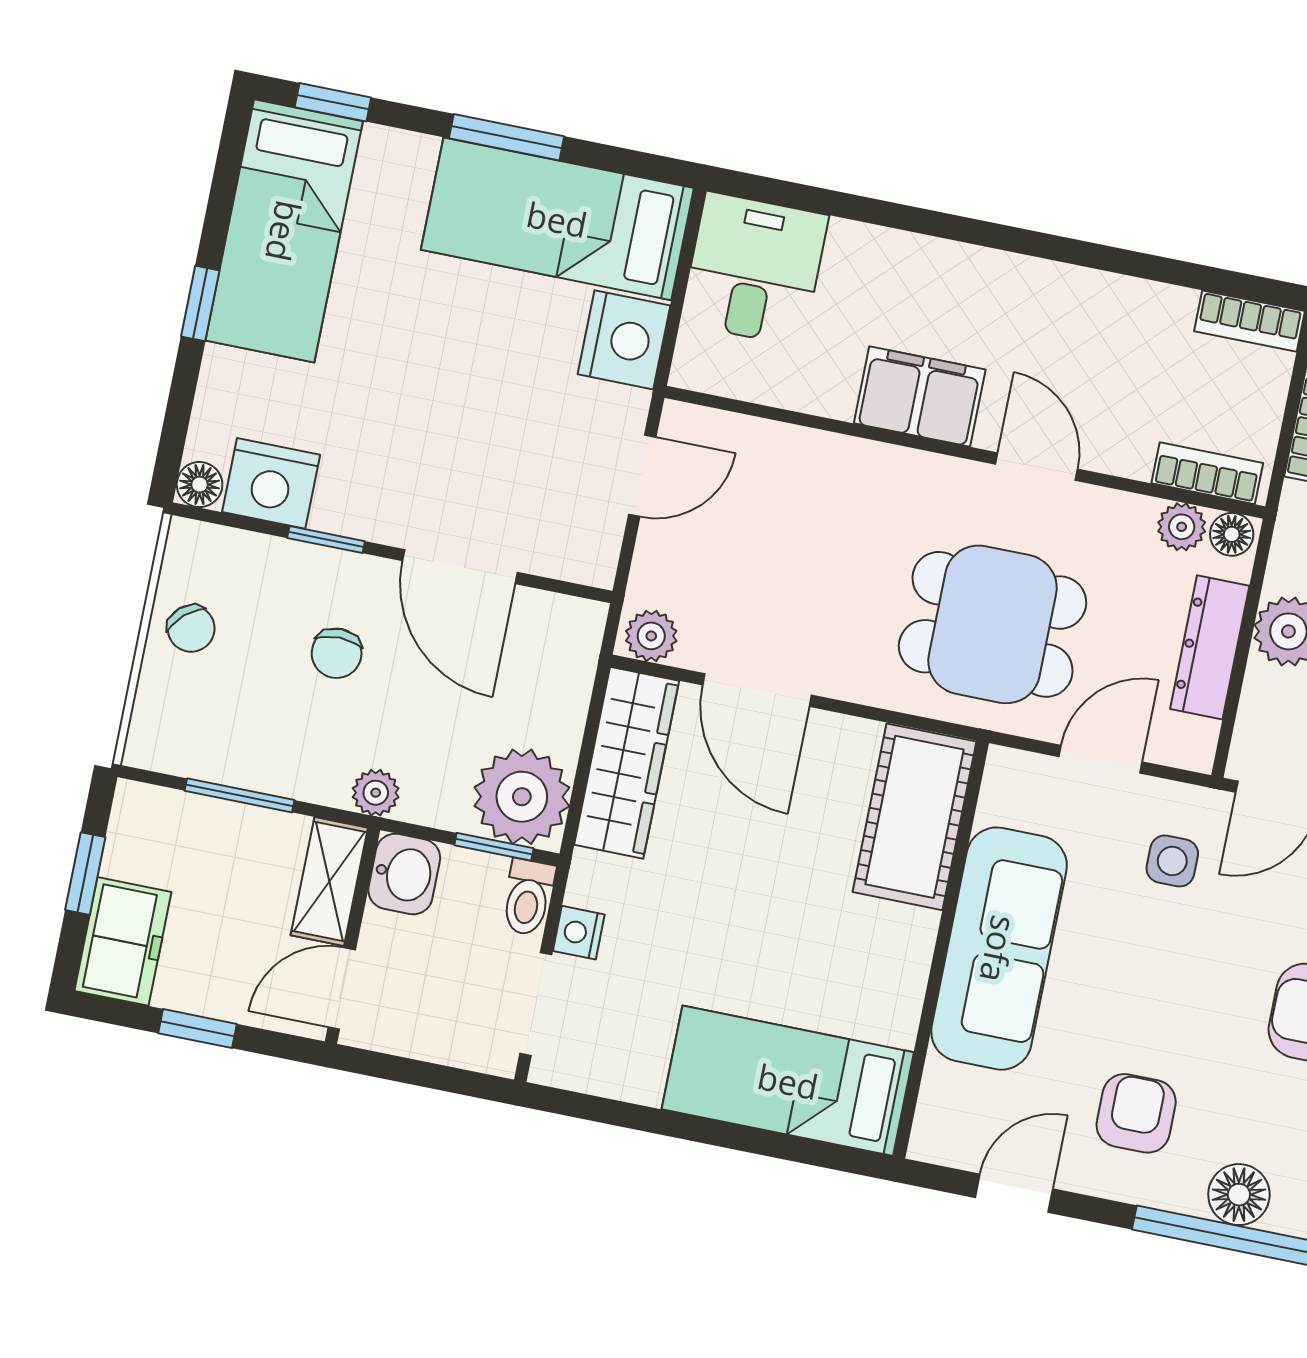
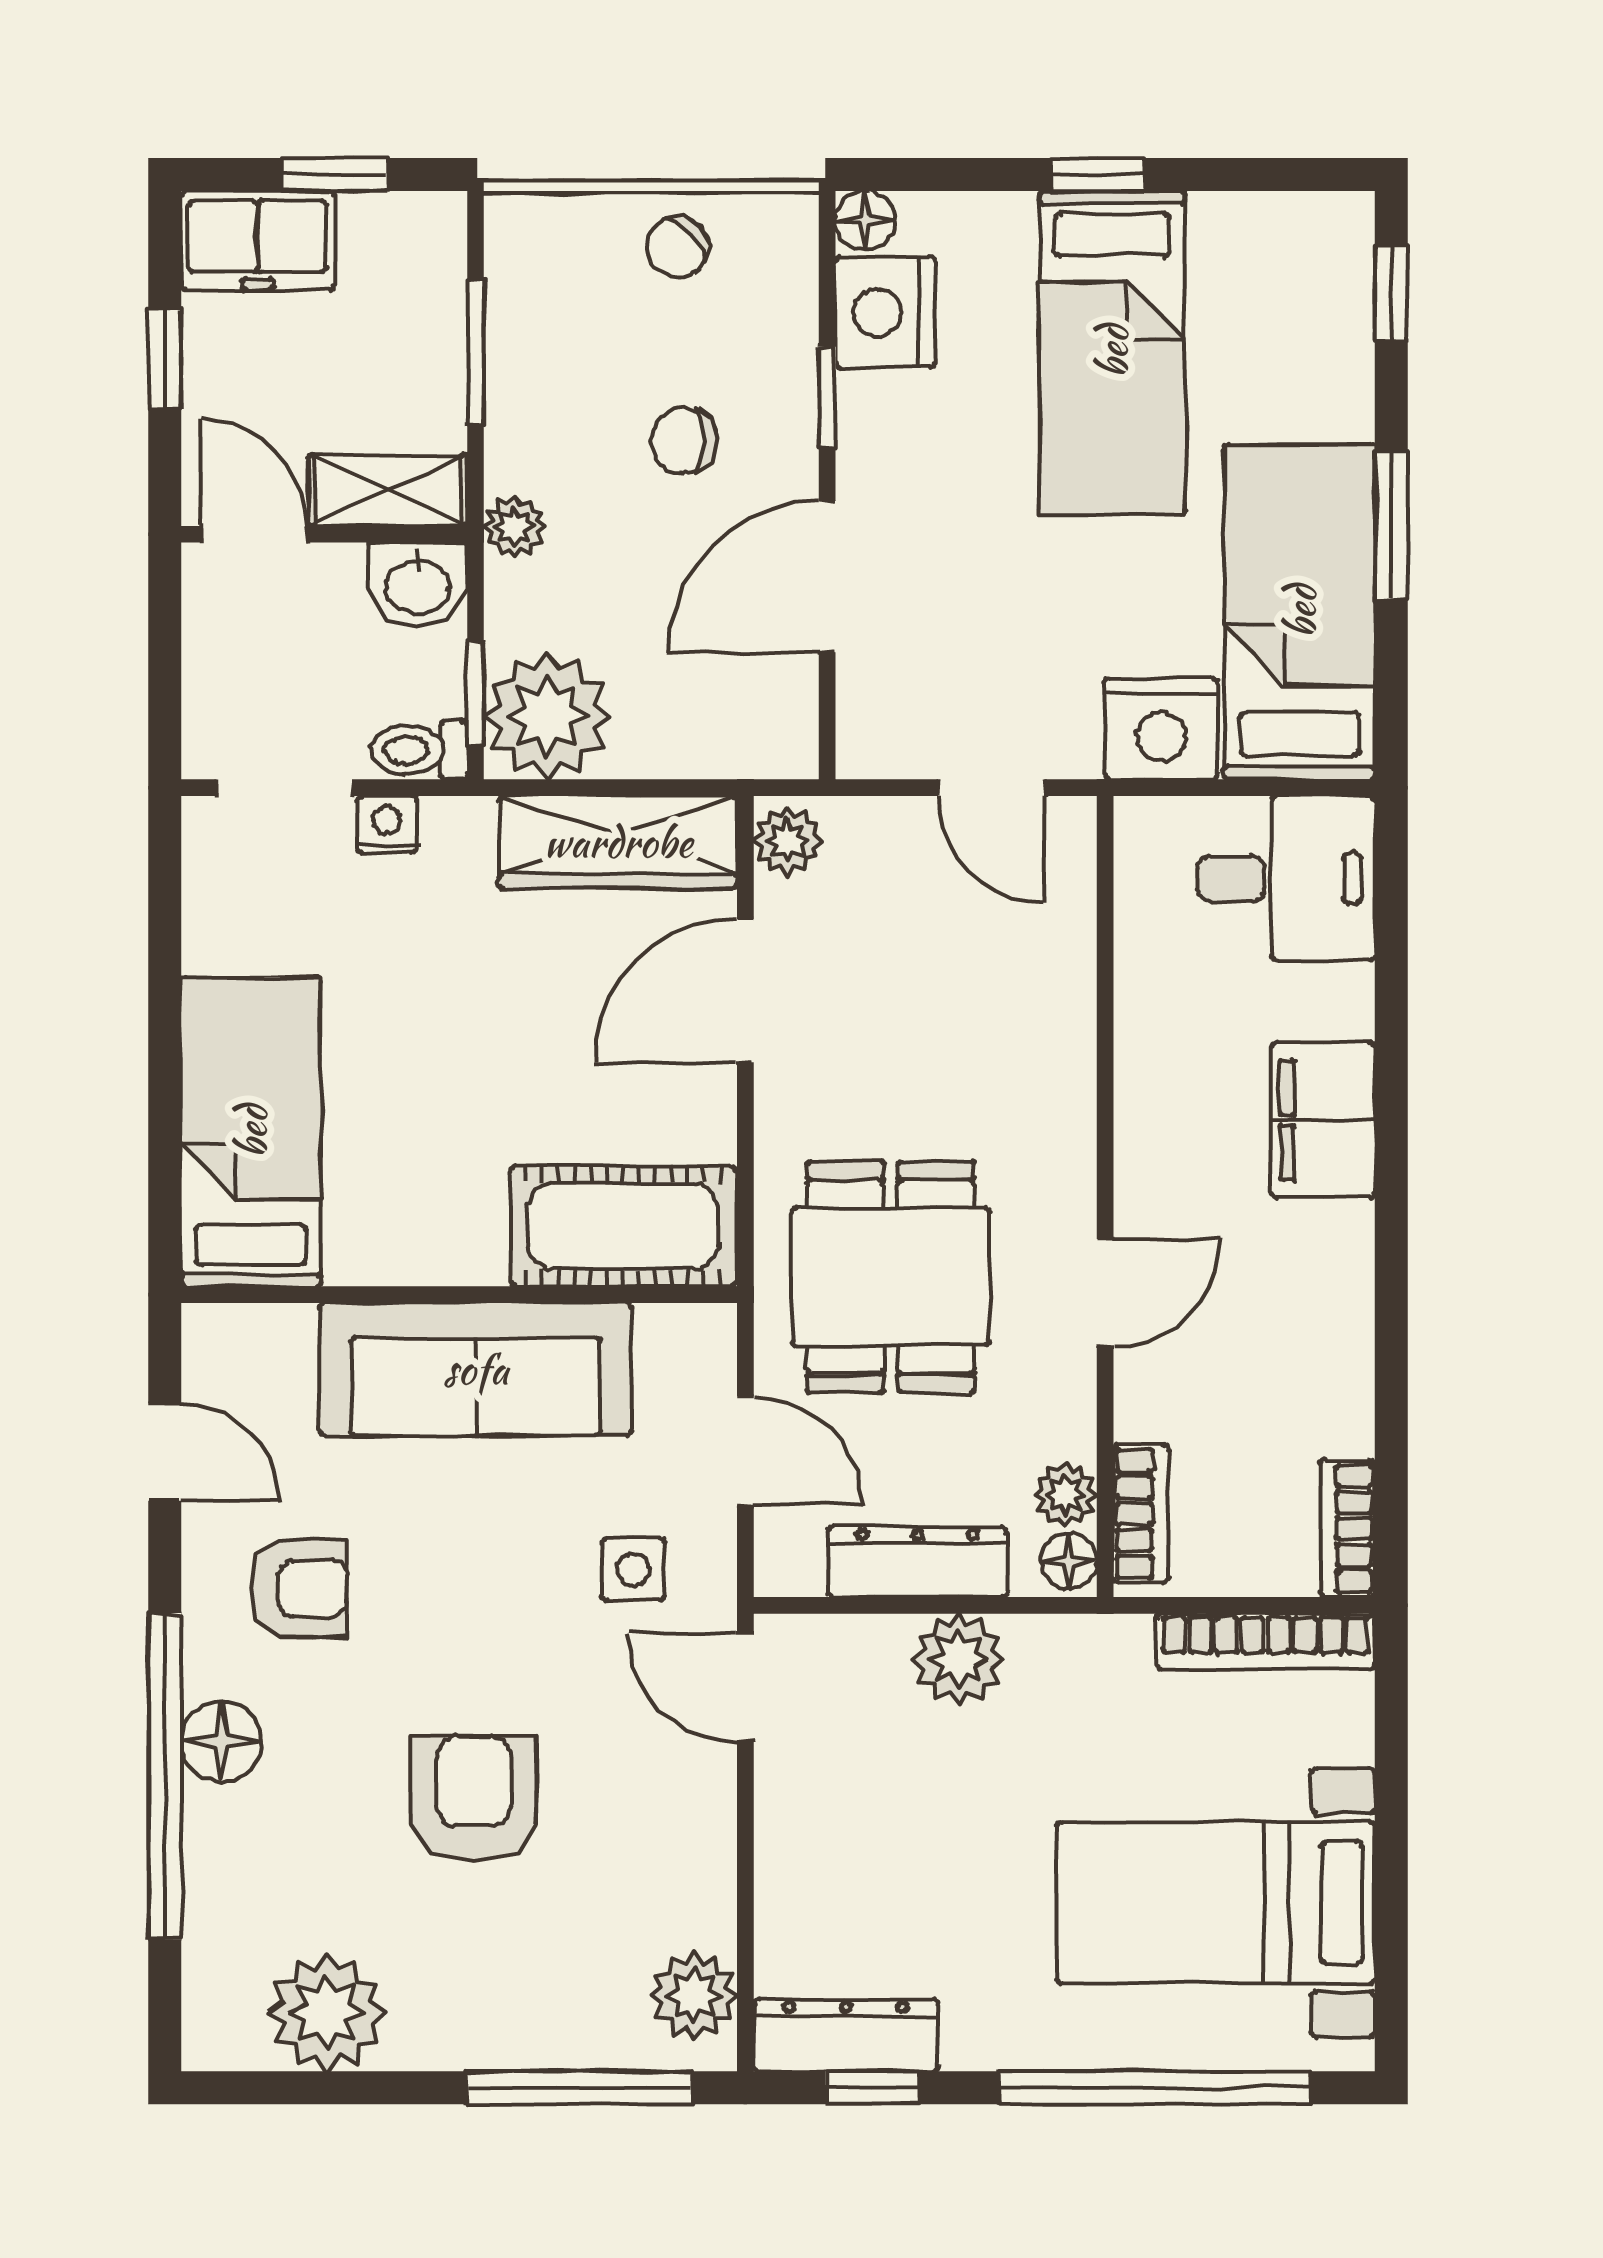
bed: (284, 231) -> (1112, 352), moved, turned -90
filing cabinet: (920, 396) -> (1323, 1120), moved, turned 180

